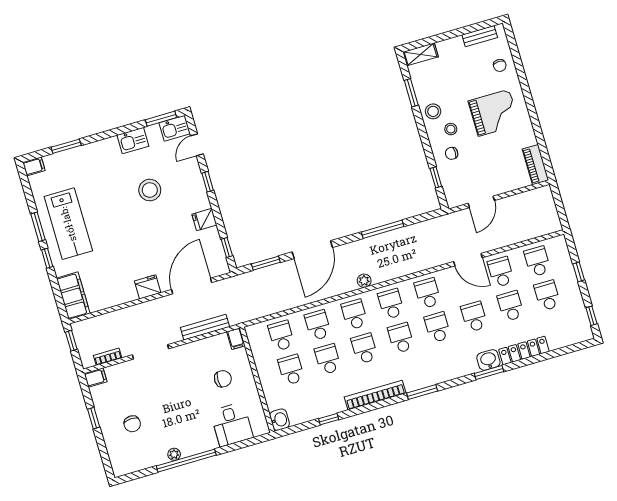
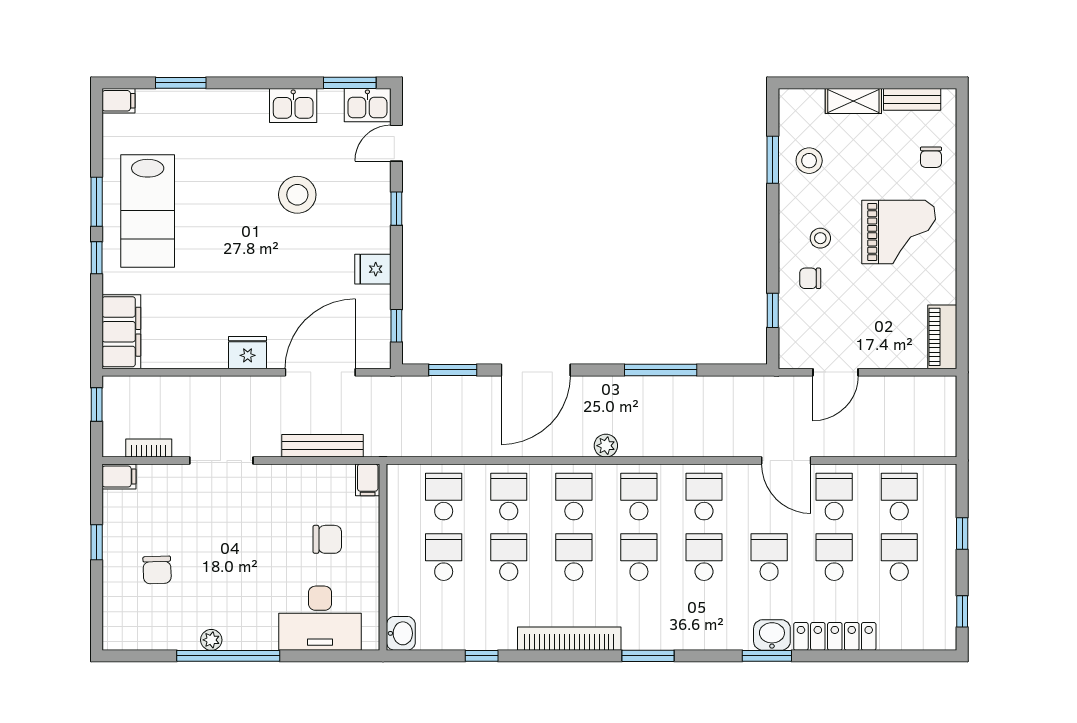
shelving: (421, 54) -> (853, 101), moved
stool: (433, 111) -> (809, 161), moved
desk: (232, 424) -> (320, 618), width x1.37

